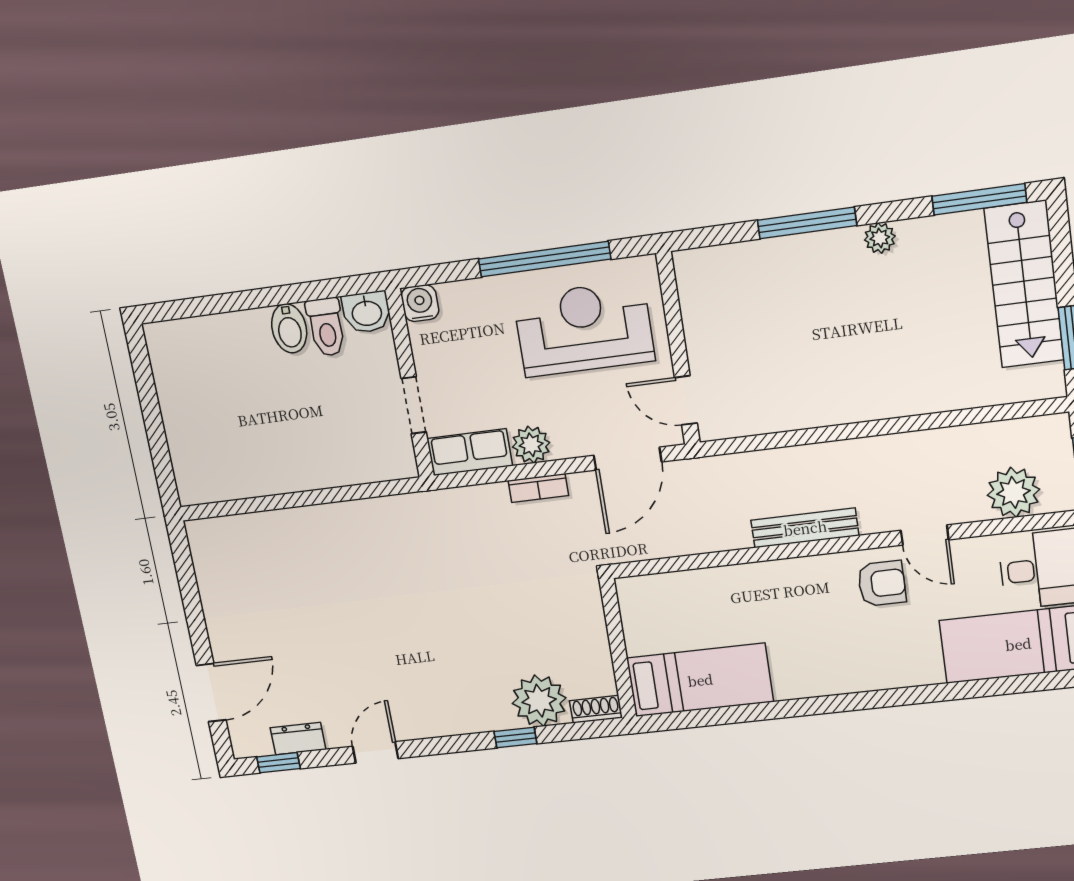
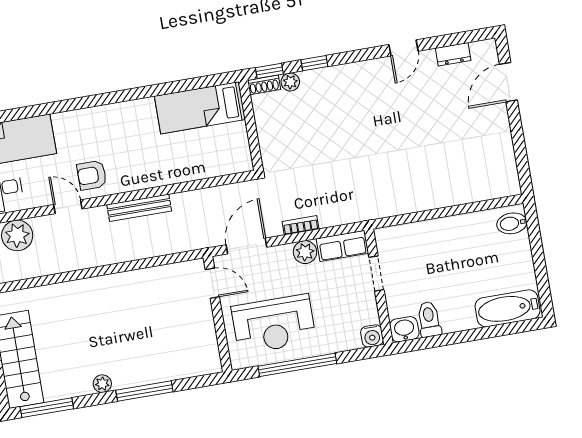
bidet: (289, 328) -> (512, 223), moved, turned -90
bathtub: (199, 340) -> (508, 308), added
plant: (539, 701) -> (290, 82), width x0.53, depth x0.53
window: (278, 763) -> (269, 71), moved

